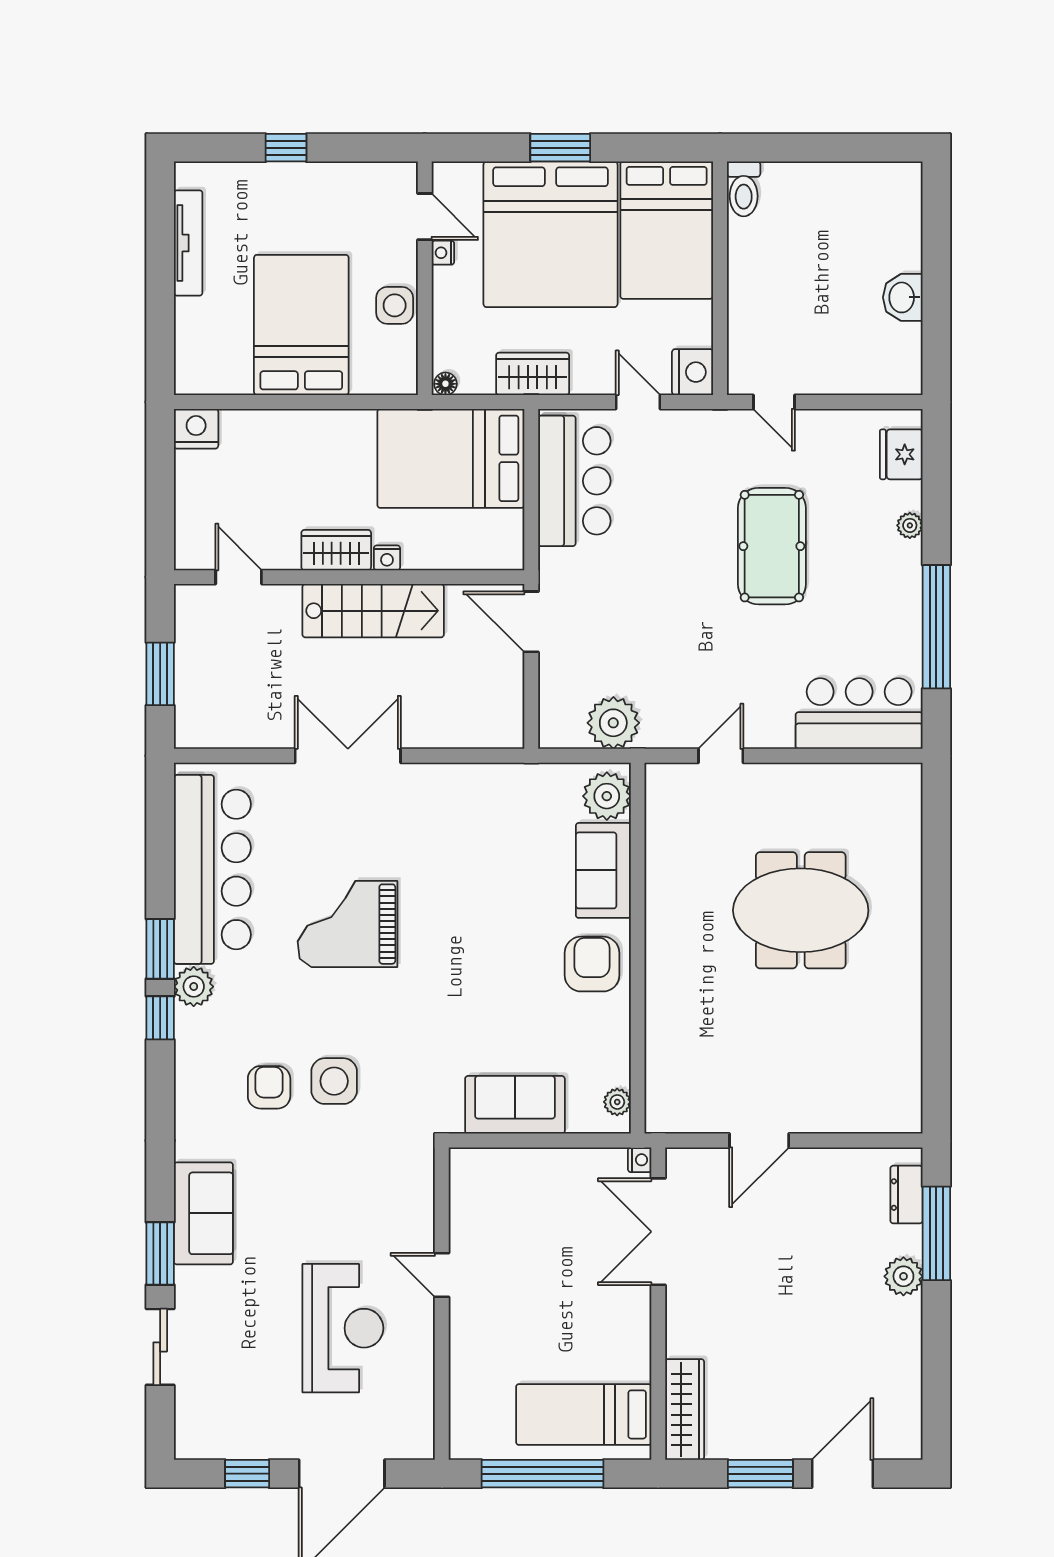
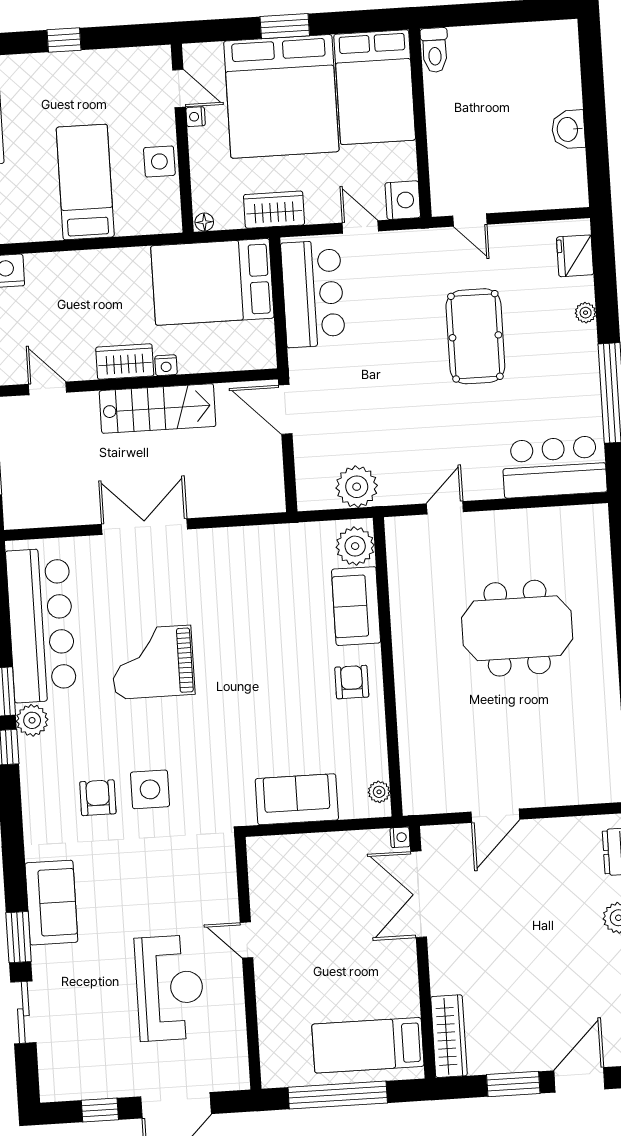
bed: (301, 325) -> (85, 182), width x0.67
armchair: (592, 964) -> (352, 682), width x0.72, depth x0.72

